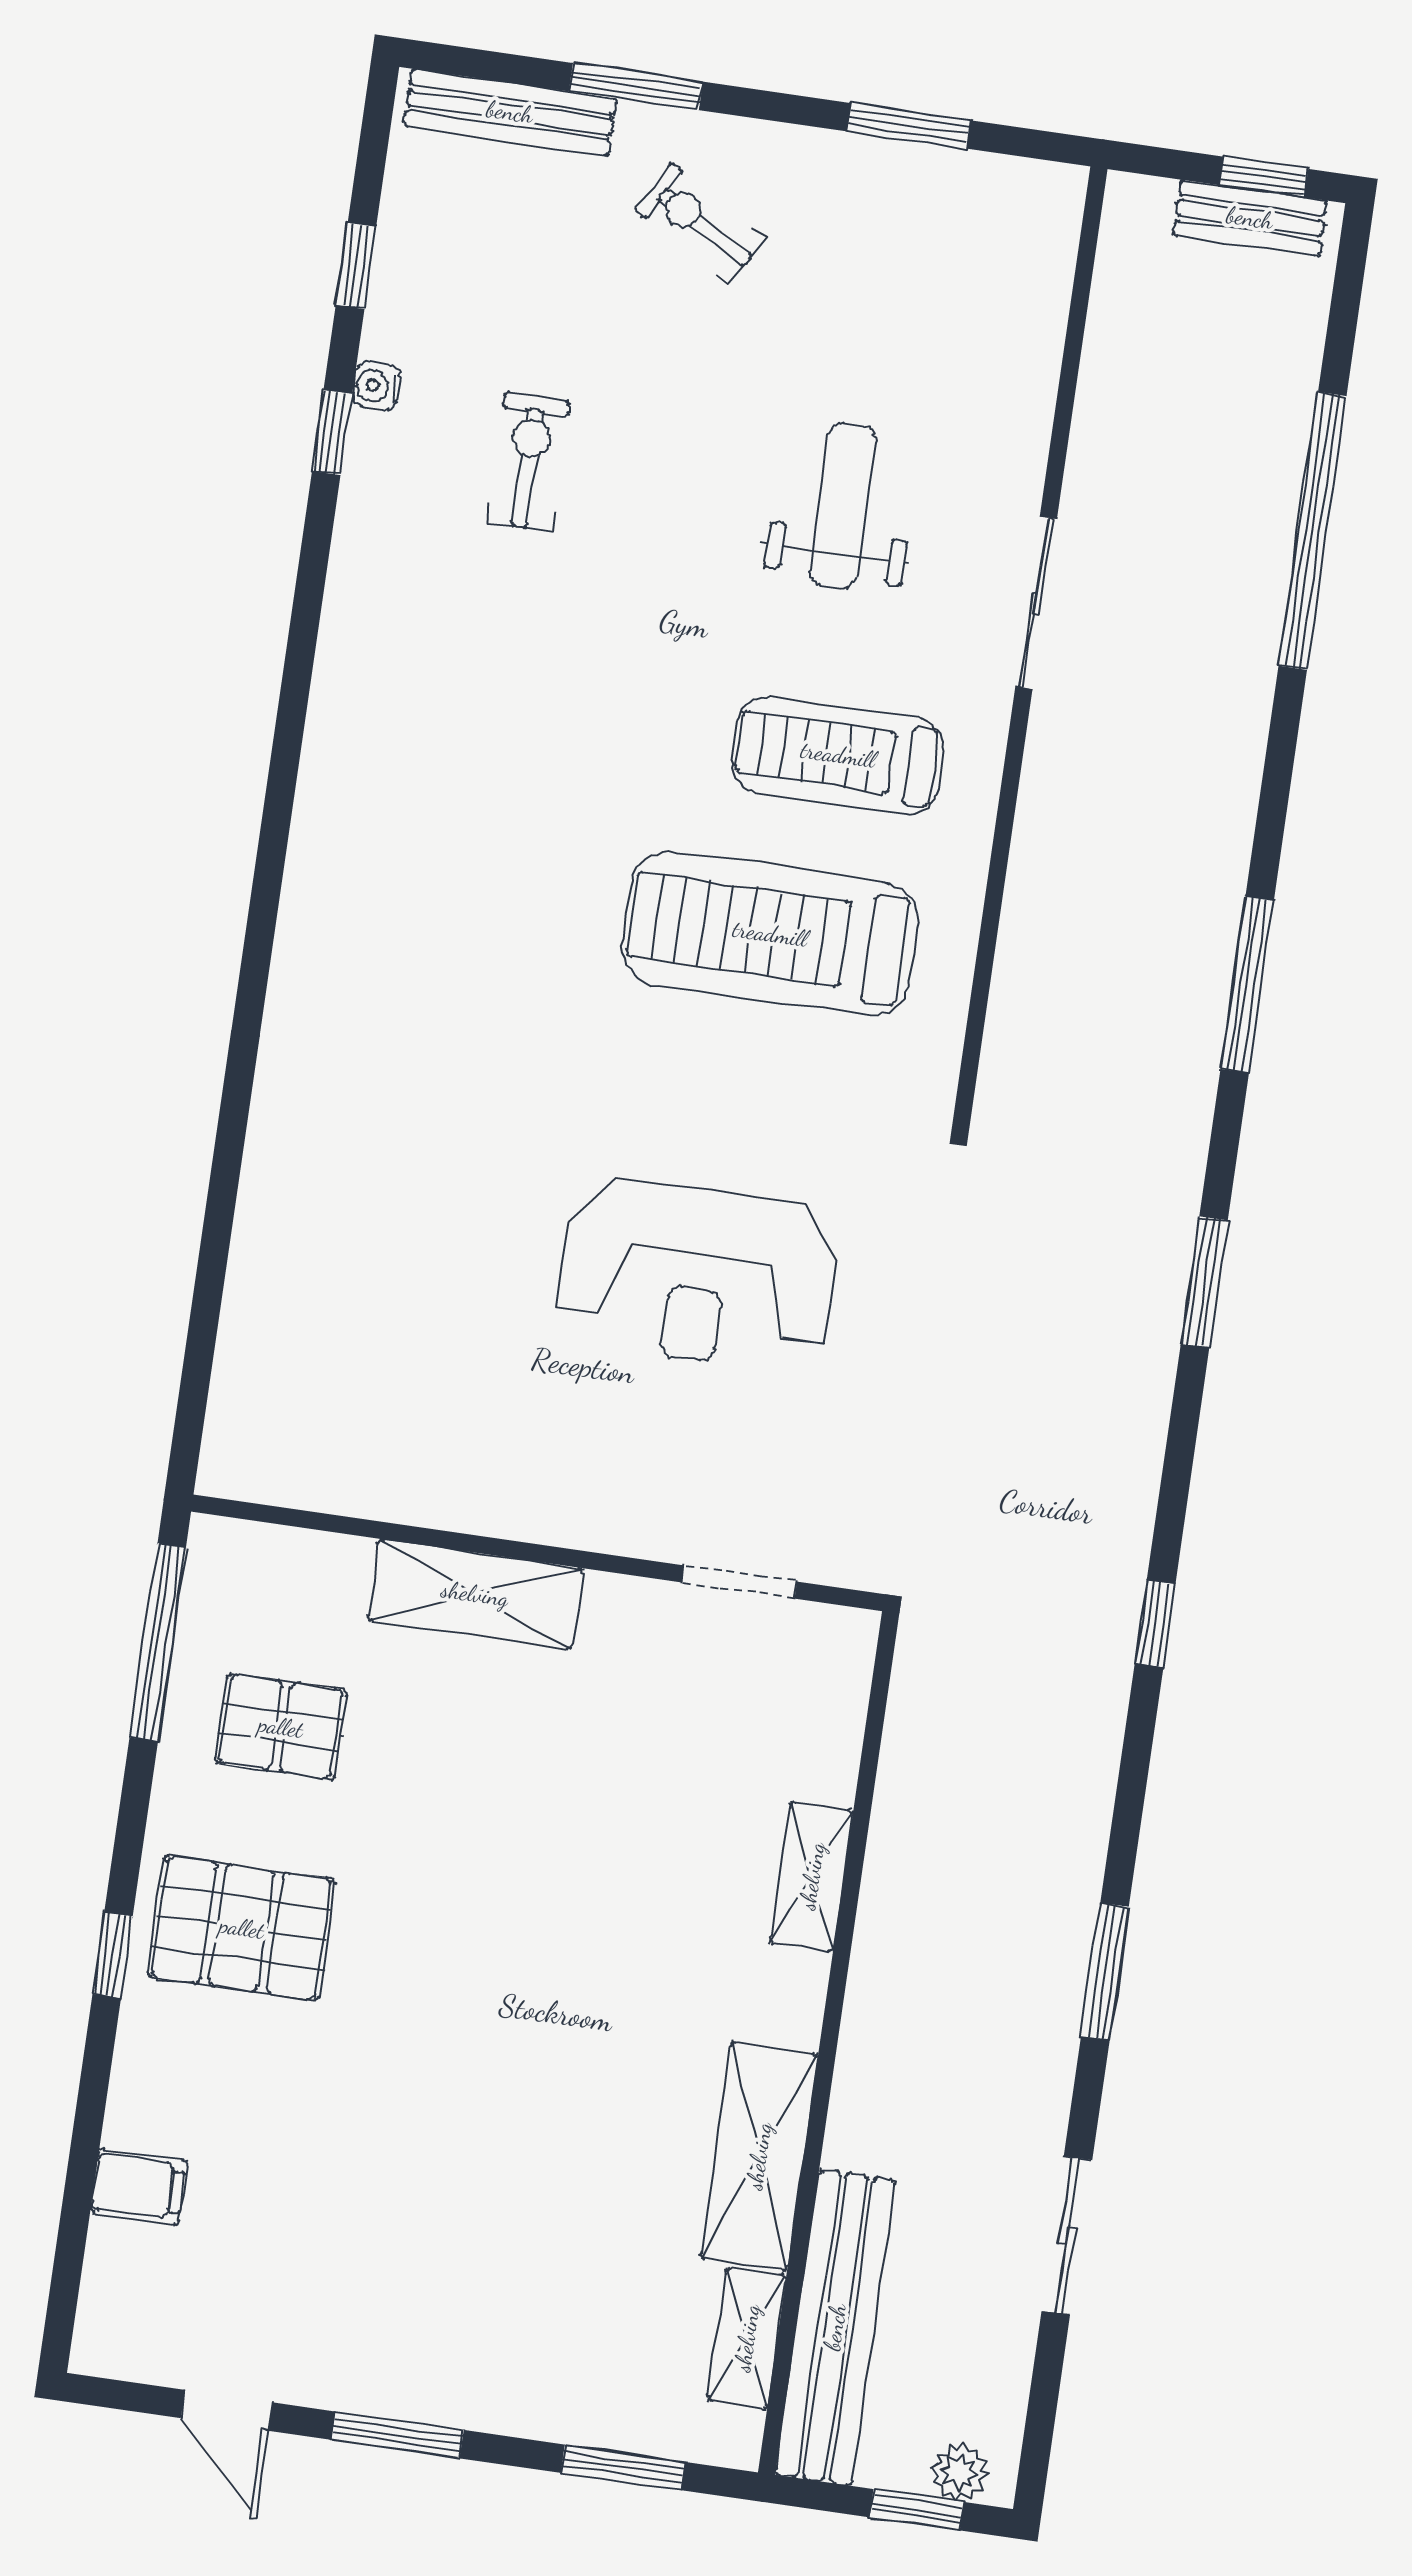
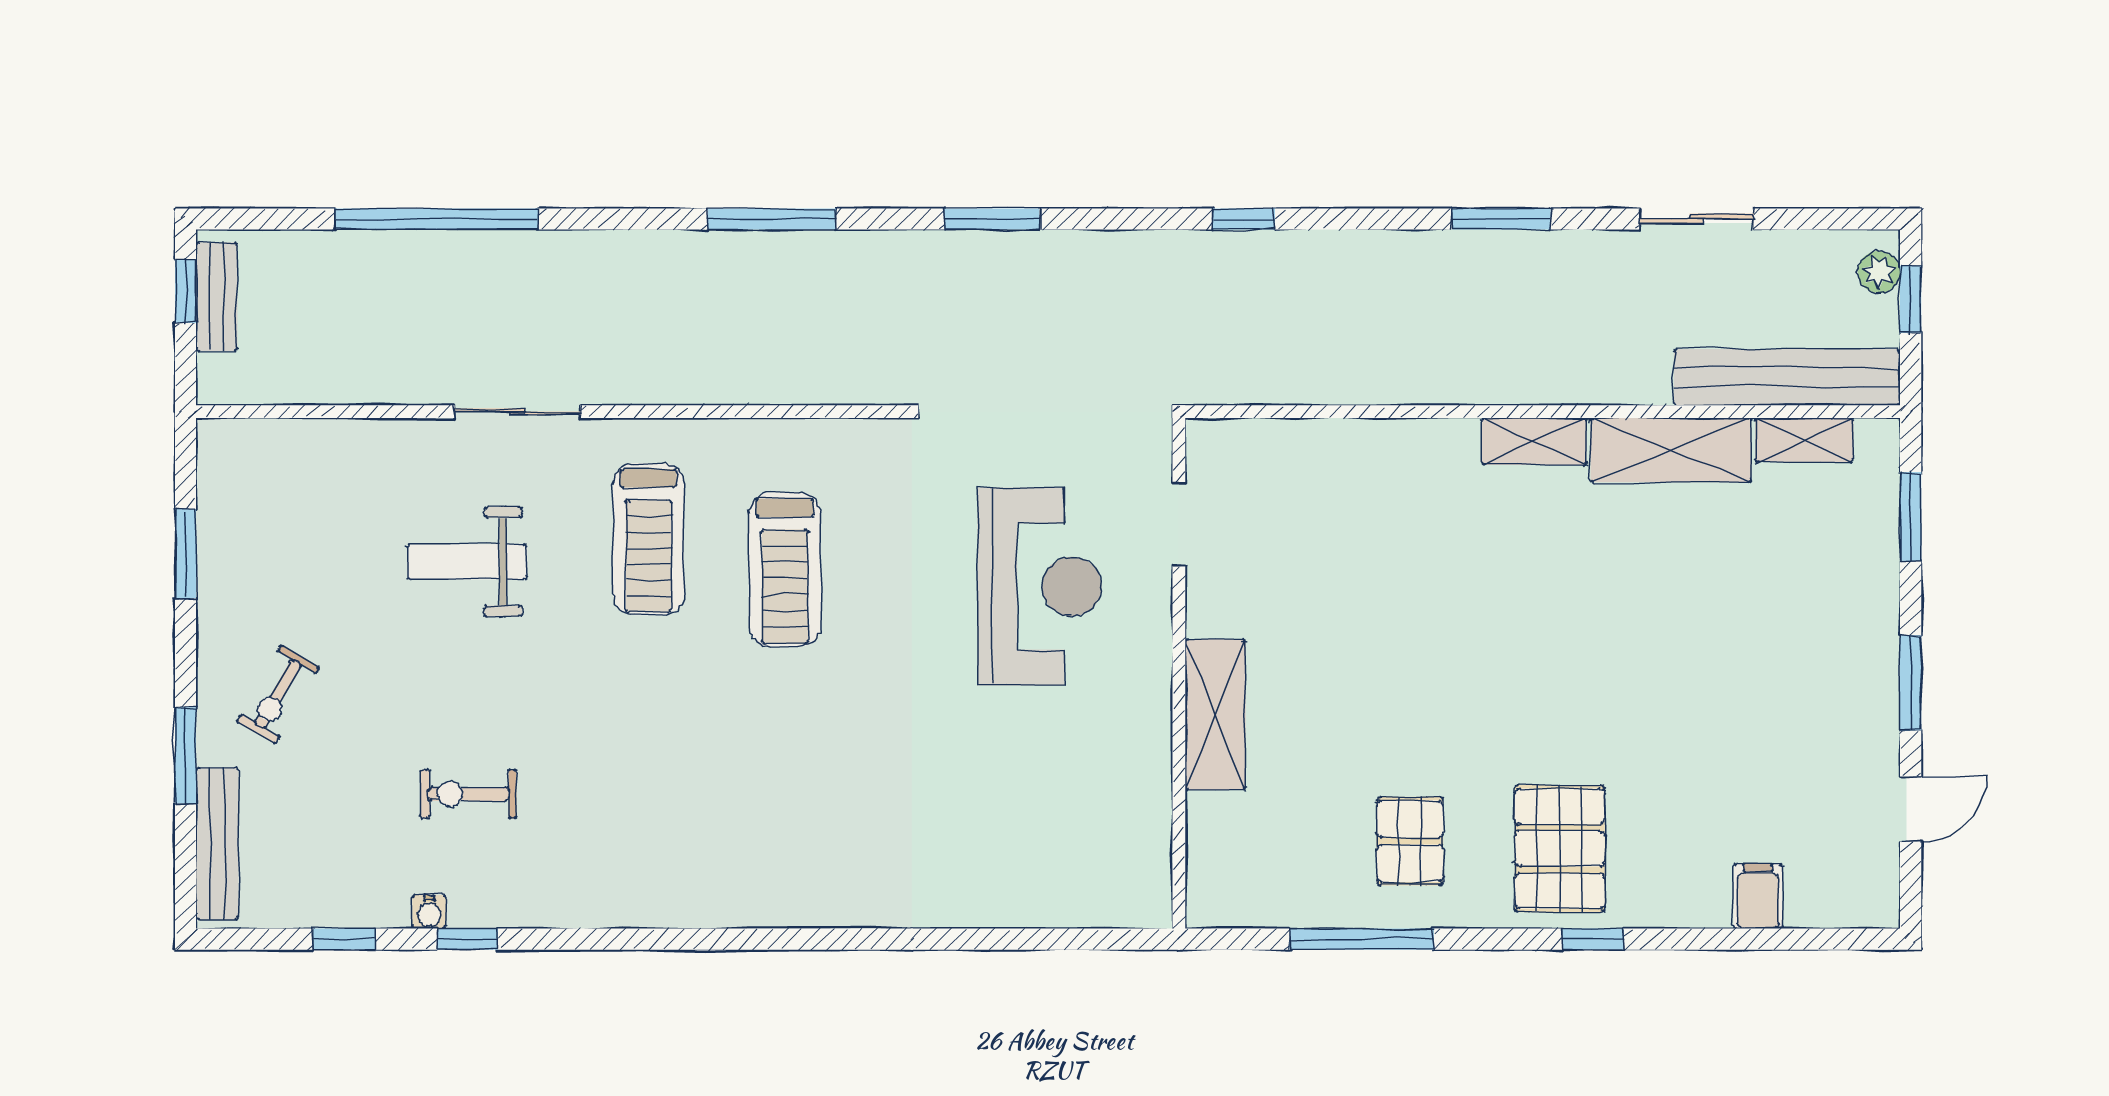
treadmill: (770, 934) -> (785, 570), width x0.73, depth x0.73
wall: (538, 1553) -> (1179, 673), moved
doorway: (739, 1582) -> (1179, 524), moved
shelving: (475, 1594) -> (1215, 714), moved
shelving: (812, 1876) -> (1534, 441), moved

